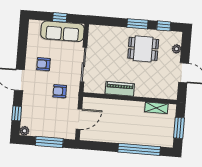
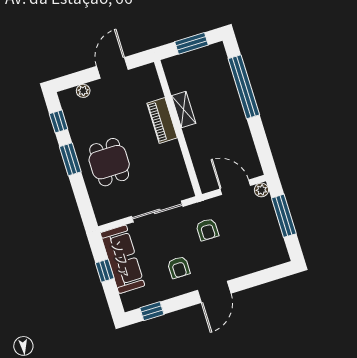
dining table: (143, 49) -> (109, 162), moved
piano: (120, 89) -> (162, 120), moved
shelving: (156, 108) -> (184, 109), moved
window: (17, 113) -> (152, 311), moved
plant: (24, 131) -> (261, 190), moved

